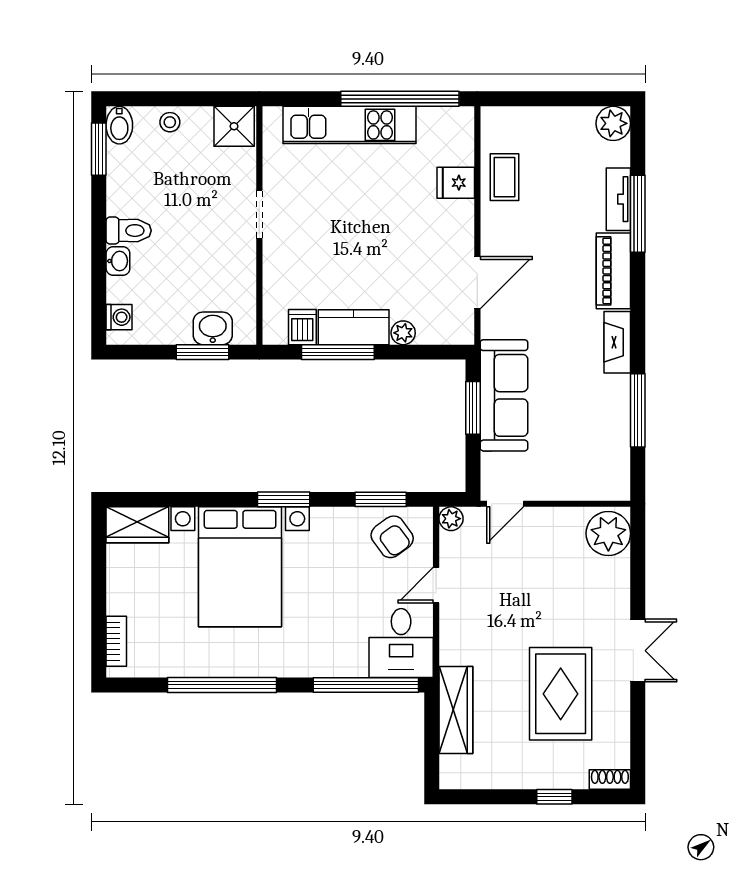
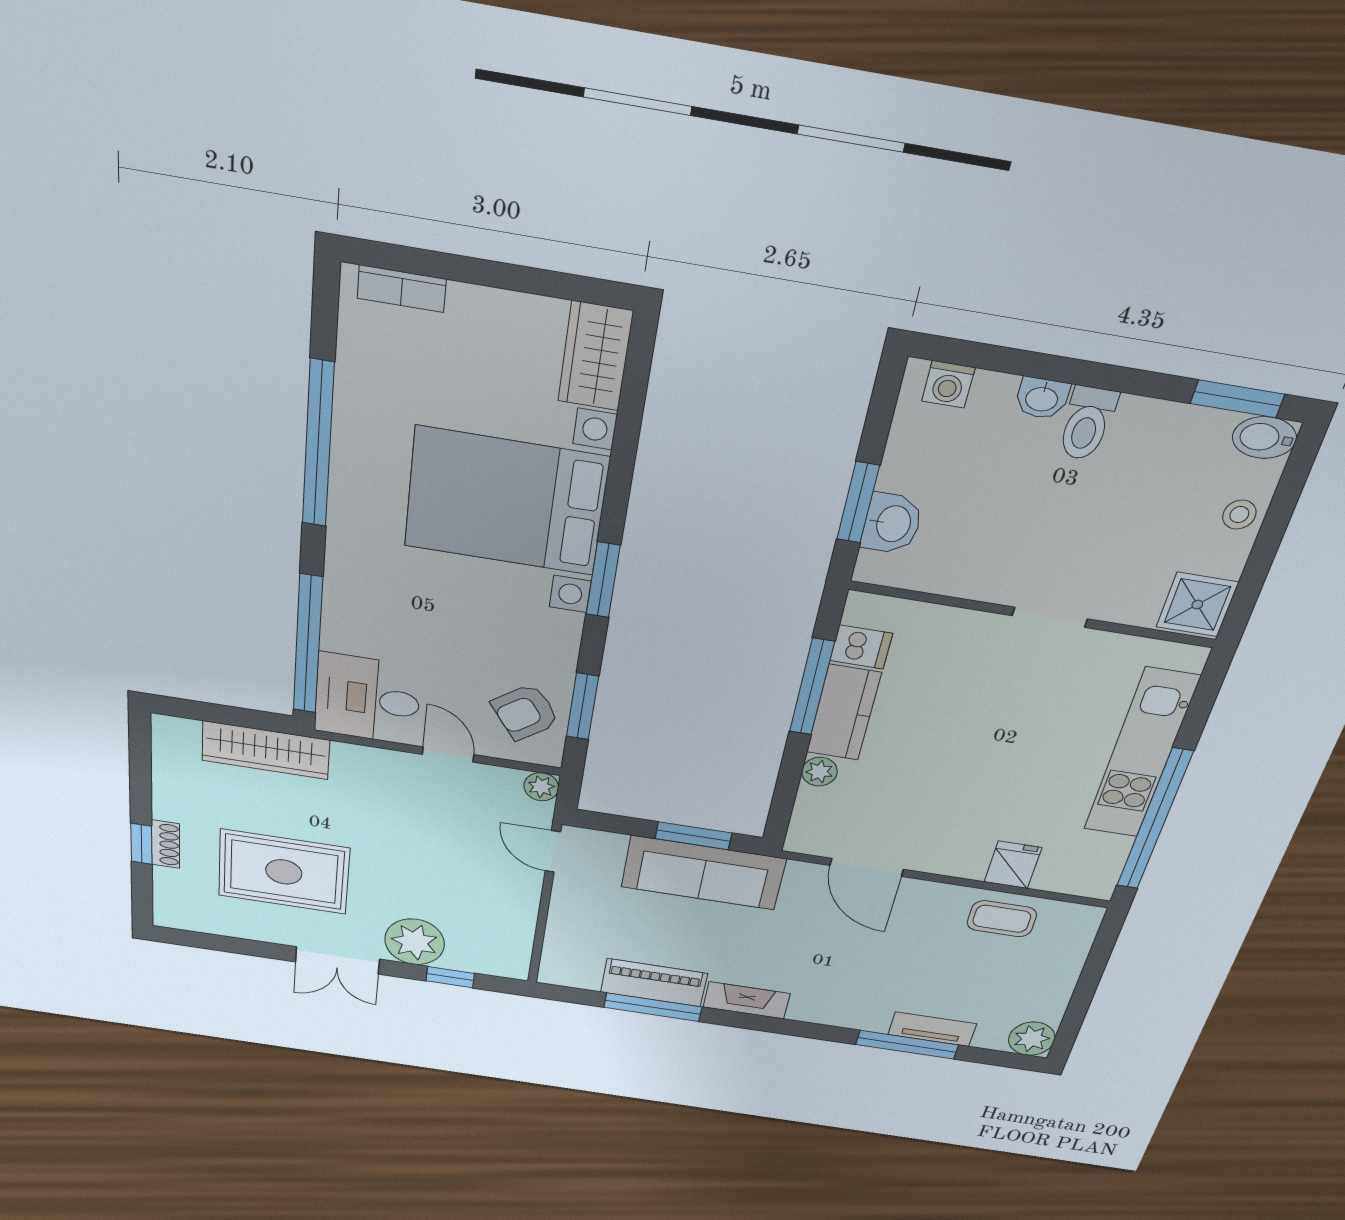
piano: (613, 271) -> (654, 983), moved
plant: (608, 533) -> (415, 942), moved
window: (638, 565) -> (450, 977), added
shoe rack: (610, 780) -> (165, 844), moved

